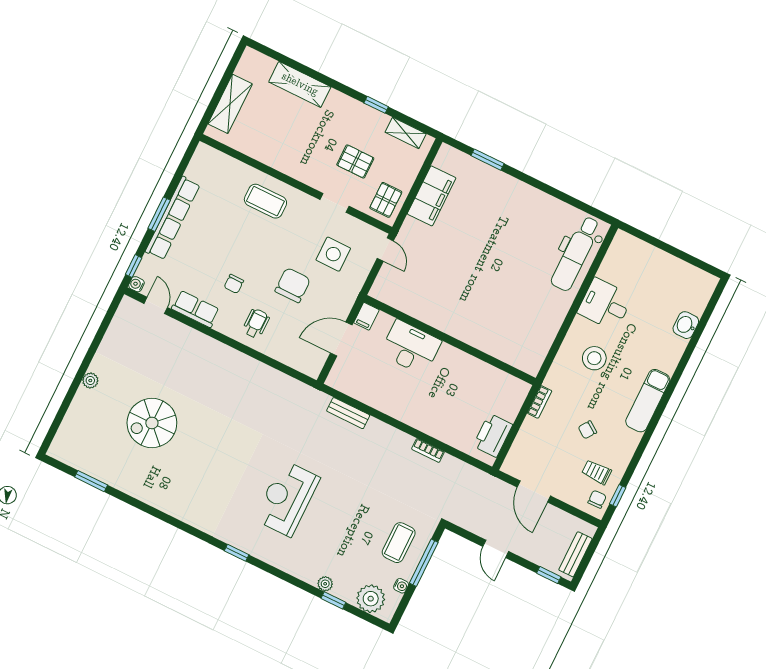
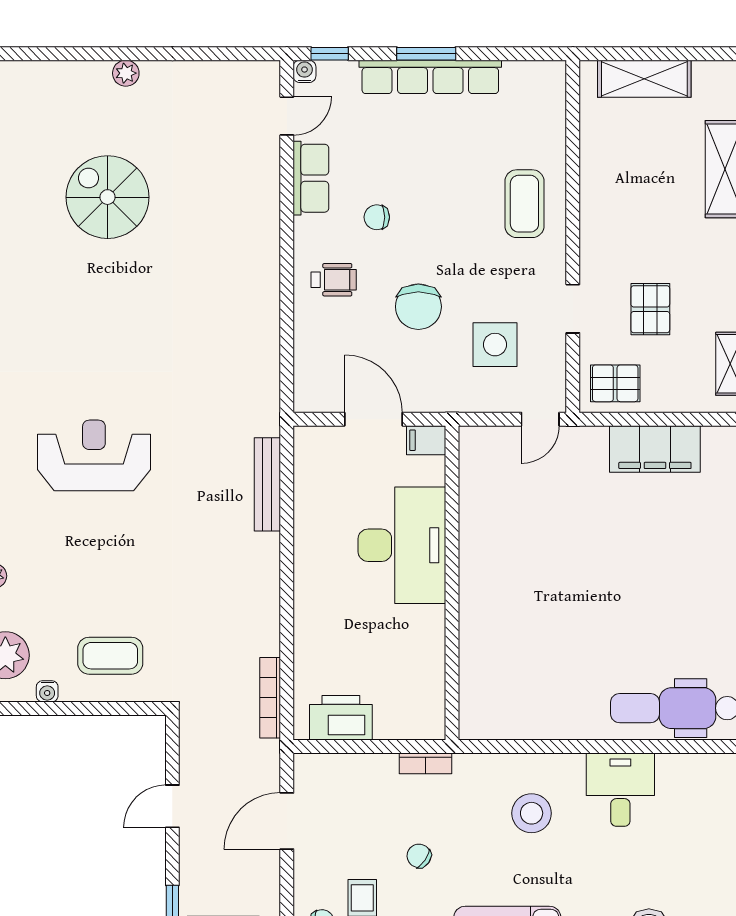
chair: (293, 285) -> (418, 307), turned 90
desk: (411, 347) -> (402, 545), width x1.36, depth x1.30
bench: (348, 413) -> (267, 484), width x1.36
bookcase: (428, 450) -> (270, 698), moved, width x1.56
window: (424, 563) -> (98, 708), removed

